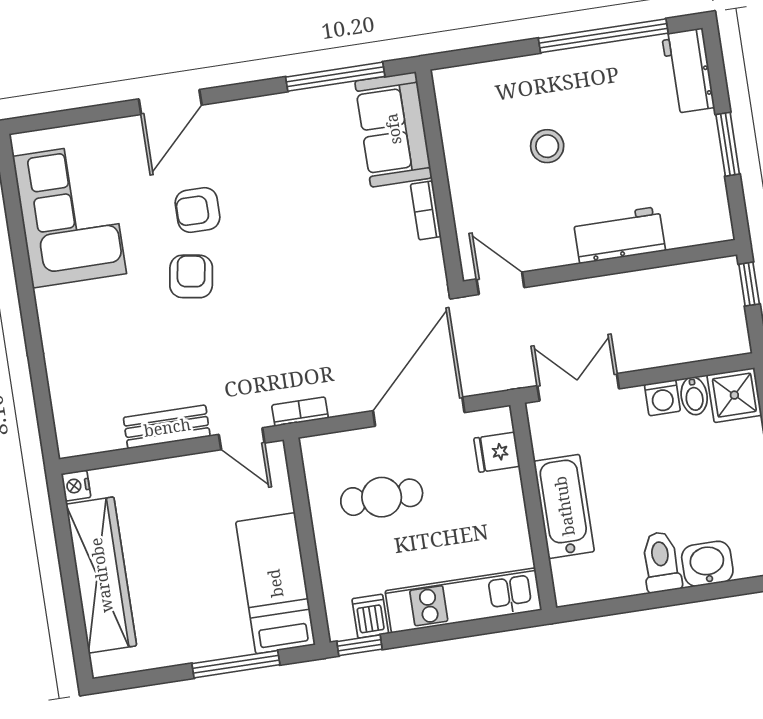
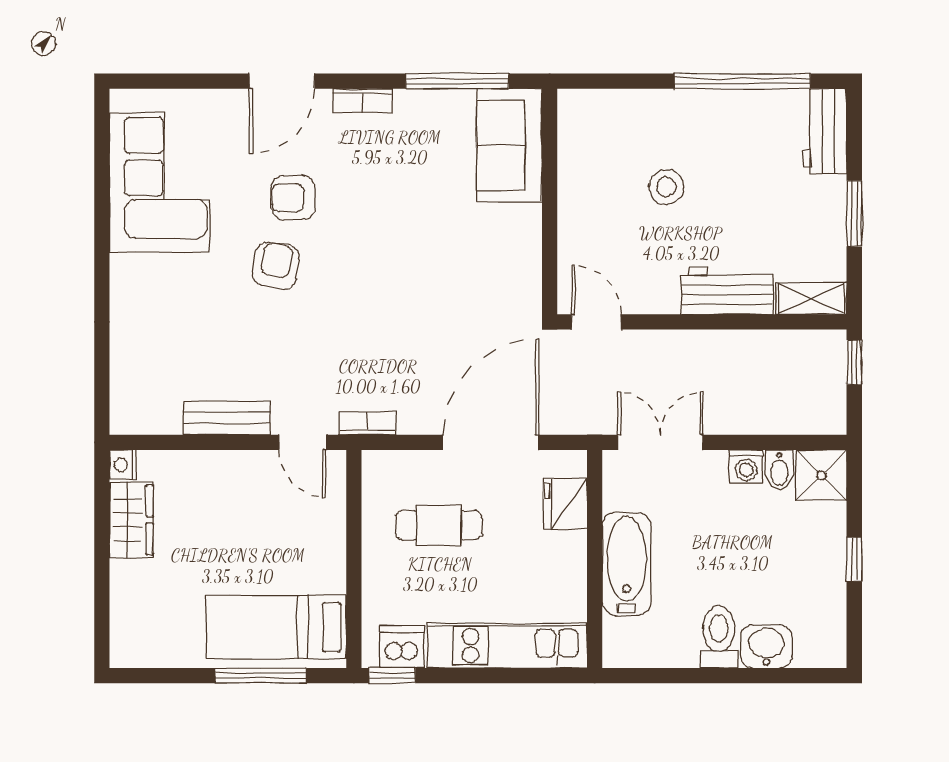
bookcase: (426, 210) -> (362, 101), moved, turned -90
shelving: (699, 230) -> (811, 298), added
fridge: (497, 452) -> (565, 504), width x1.38
wardrobe: (101, 575) -> (131, 520), width x0.48, depth x0.85
bed: (275, 583) -> (276, 627), moved, turned -90
dishwasher: (370, 616) -> (402, 647), width x1.38

